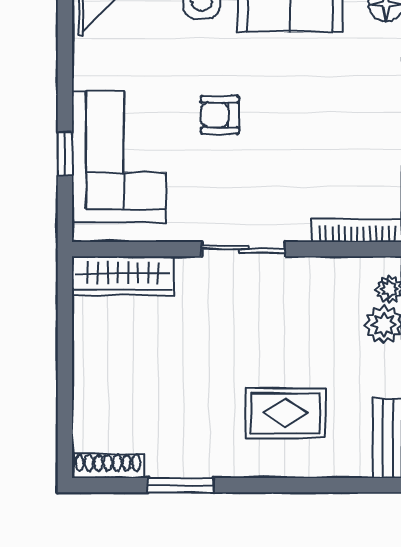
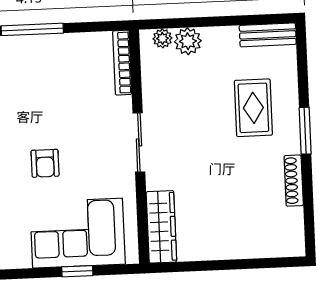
shoe rack: (108, 466) -> (294, 181), moved
window: (181, 485) -> (305, 131), moved

